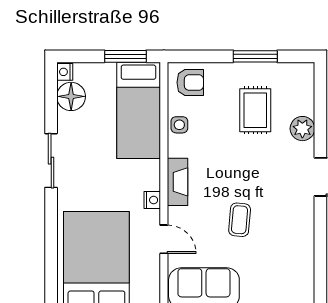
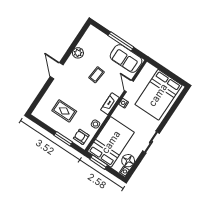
window: (255, 56) -> (63, 139), moved
bed: (138, 110) -> (111, 142), width x1.50
rug: (255, 110) -> (64, 111), turned 90
plant: (302, 129) -> (78, 53), moved

